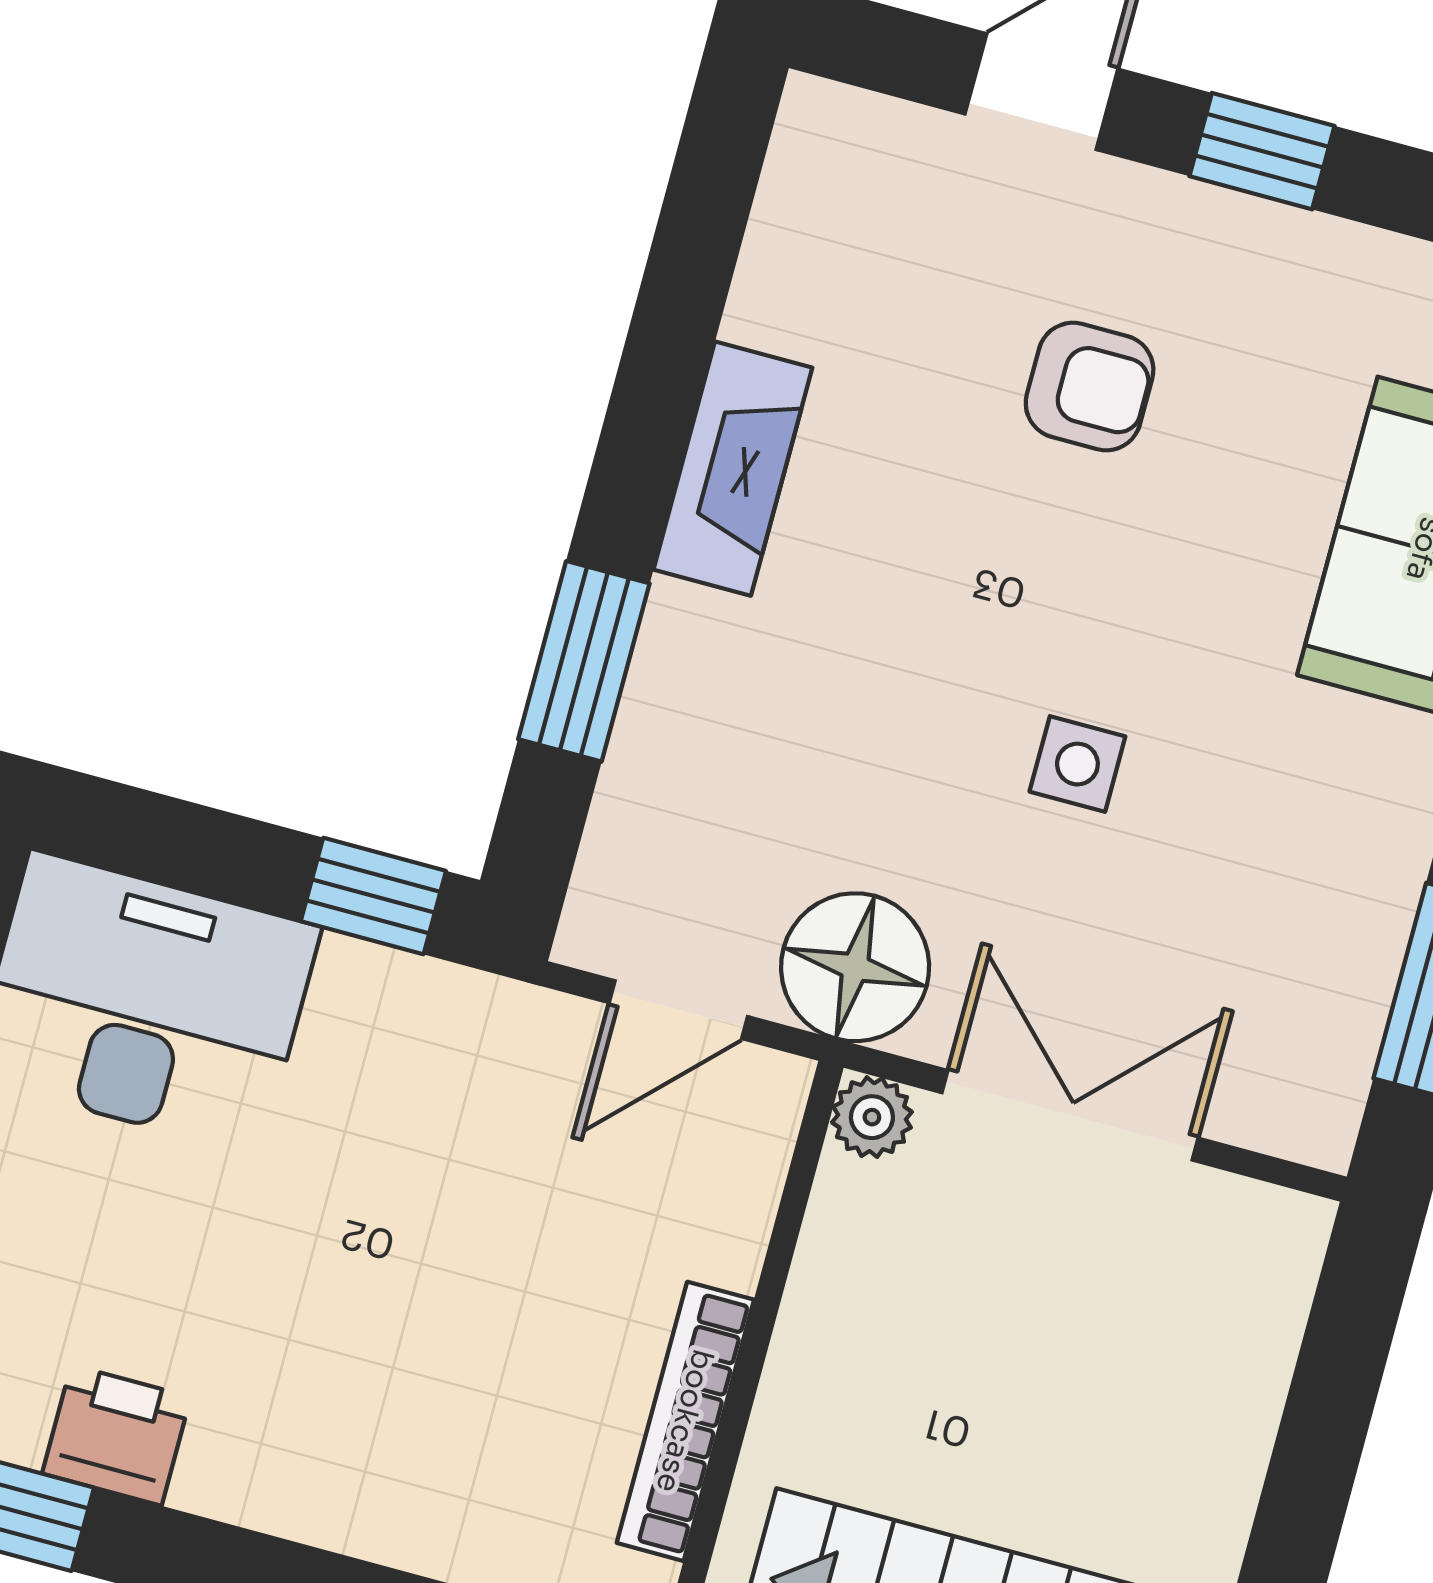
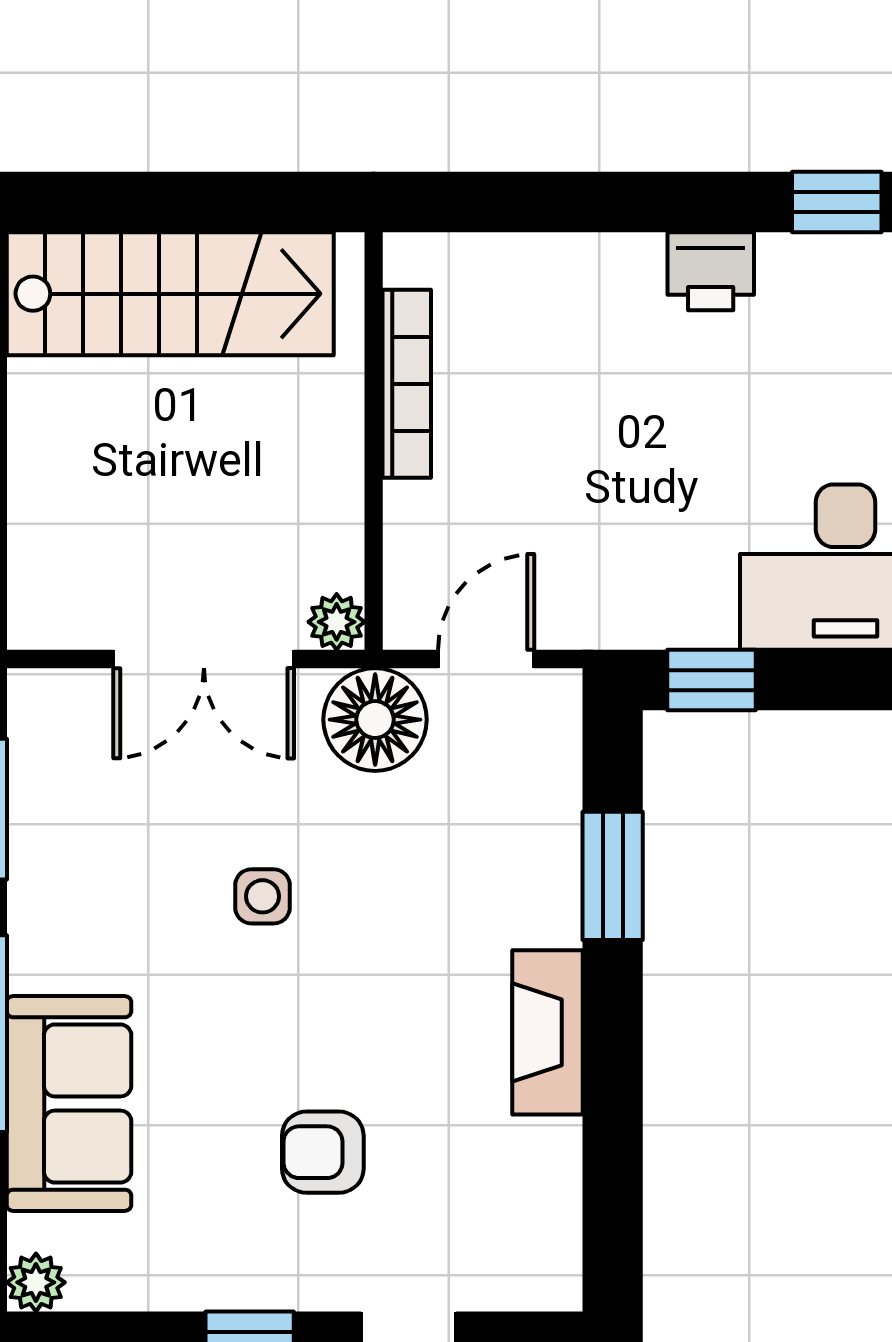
printer: (116, 1435) -> (711, 271), moved

